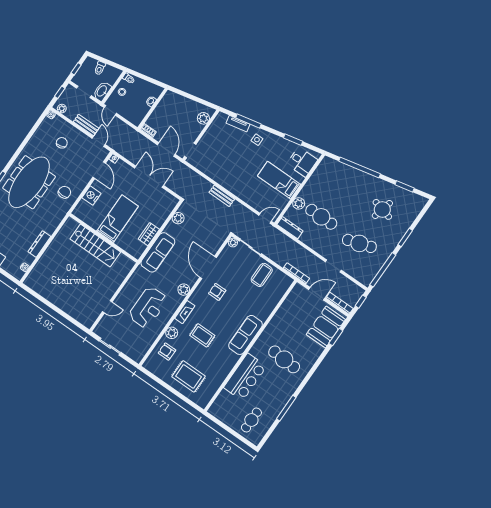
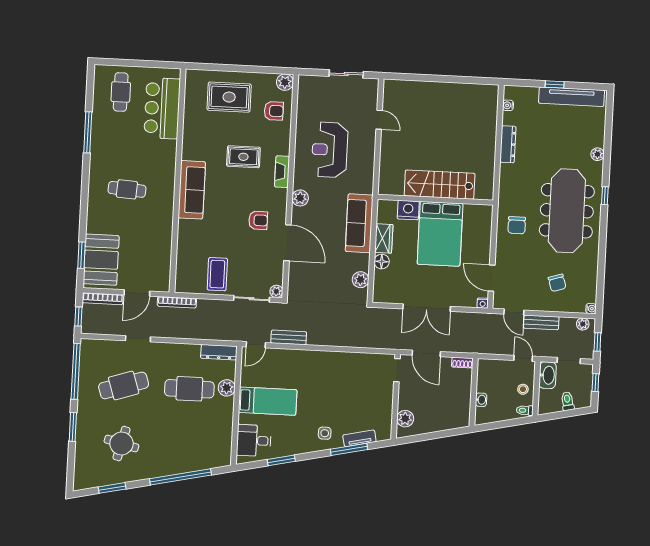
nightstand: (91, 196) -> (408, 210), moved, turned -90
bench: (222, 196) -> (289, 337), moved
bed: (118, 219) -> (440, 234), width x1.50
floor lamp: (159, 221) -> (382, 261), added
door: (107, 307) -> (379, 120), swing flipped
plant: (172, 333) -> (285, 82), moved
cafe table: (284, 359) -> (127, 189), width x0.73, depth x0.74
bar counter: (245, 377) -> (162, 108), moved

